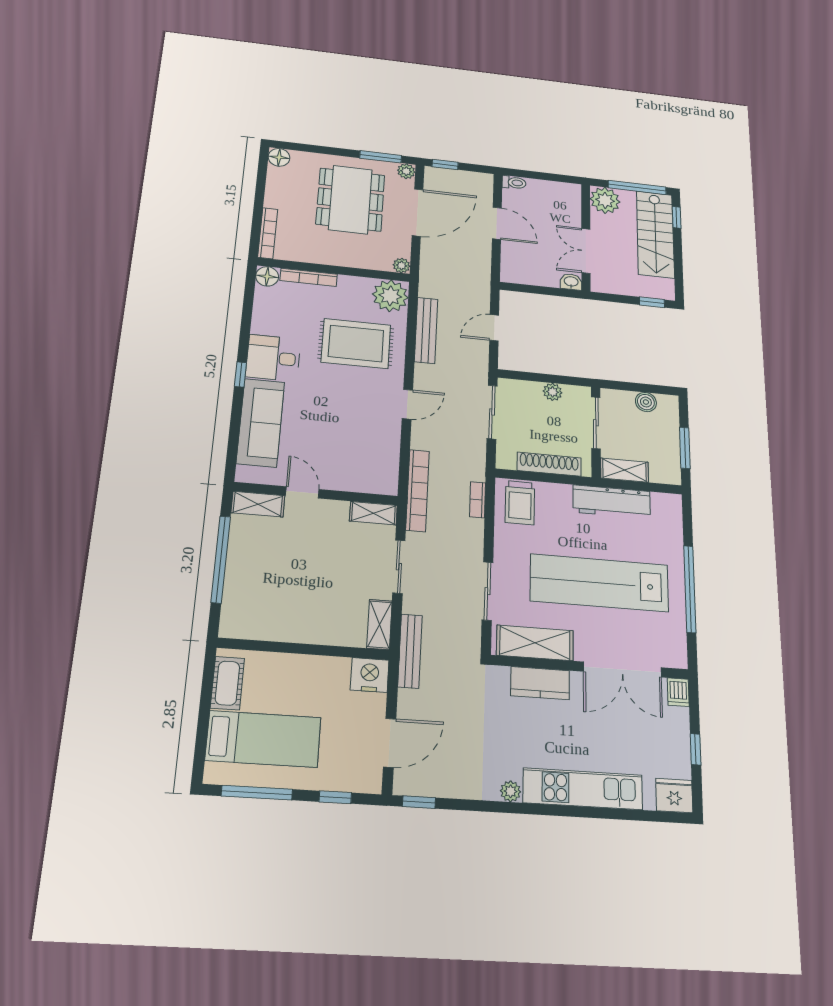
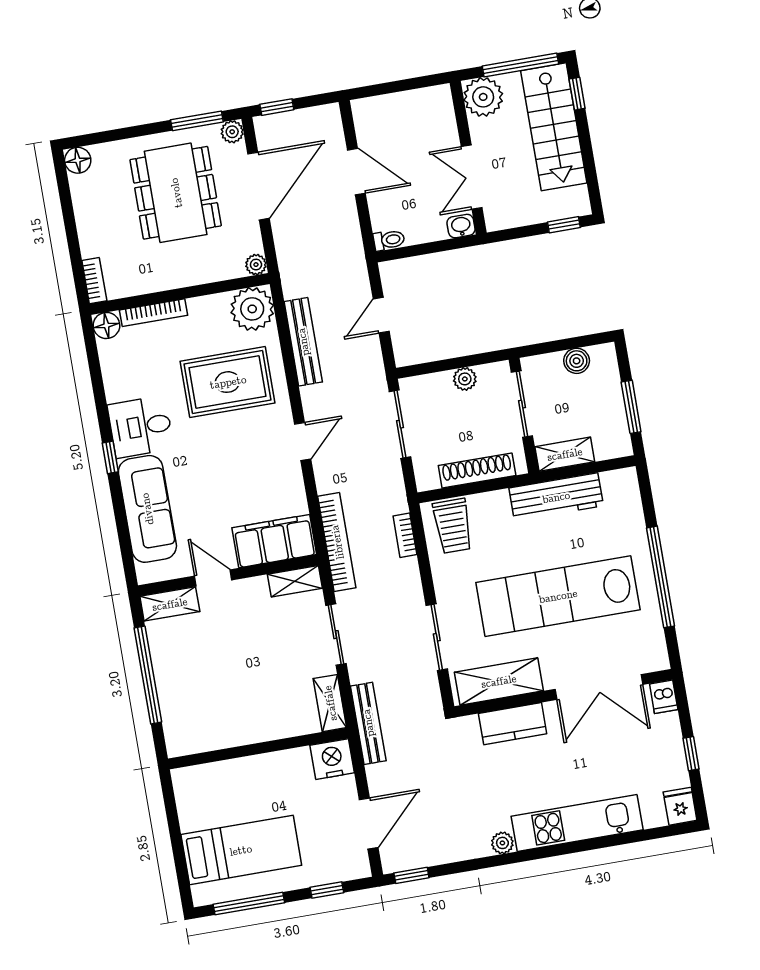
toilet: (514, 183) -> (389, 240), moved
bookcase: (268, 233) -> (94, 281), width x0.64
filing cabinet: (364, 476) -> (274, 541), added
cot: (227, 683) -> (191, 803), removed
fridge: (674, 795) -> (680, 806), width x0.72

